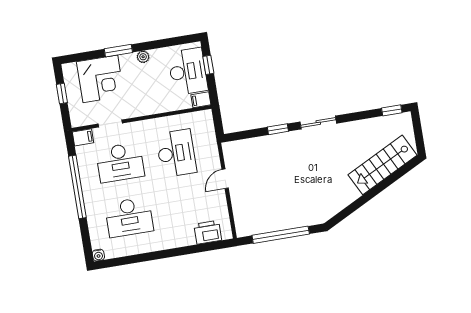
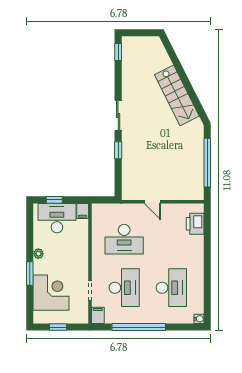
desk: (176, 153) -> (124, 239), turned 180
stairs: (383, 165) -> (177, 95), moved

